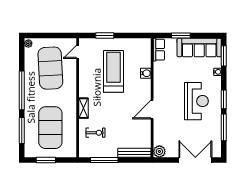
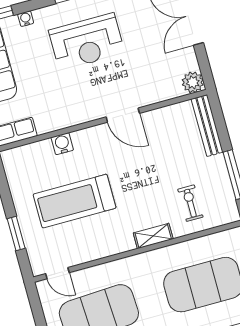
reception desk: (196, 101) -> (87, 42), turned 180

